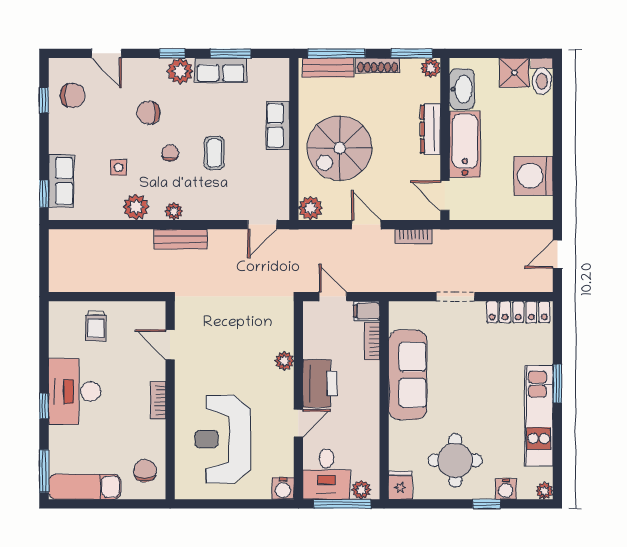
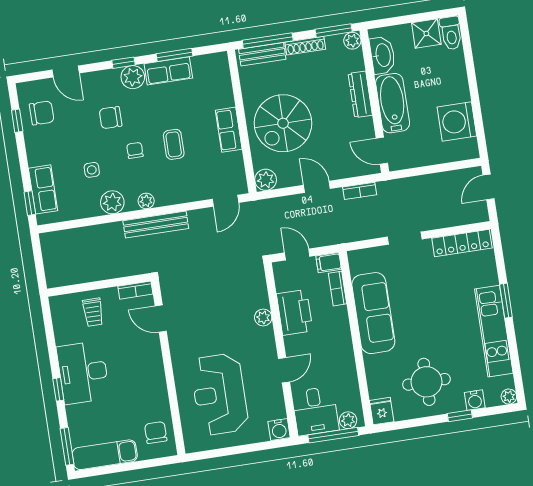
row of seats: (278, 125) -> (229, 130), moved
bench: (181, 239) -> (156, 225), width x1.36
printer: (320, 383) -> (295, 312), moved
bookcase: (158, 400) -> (135, 290), moved, turned -90

